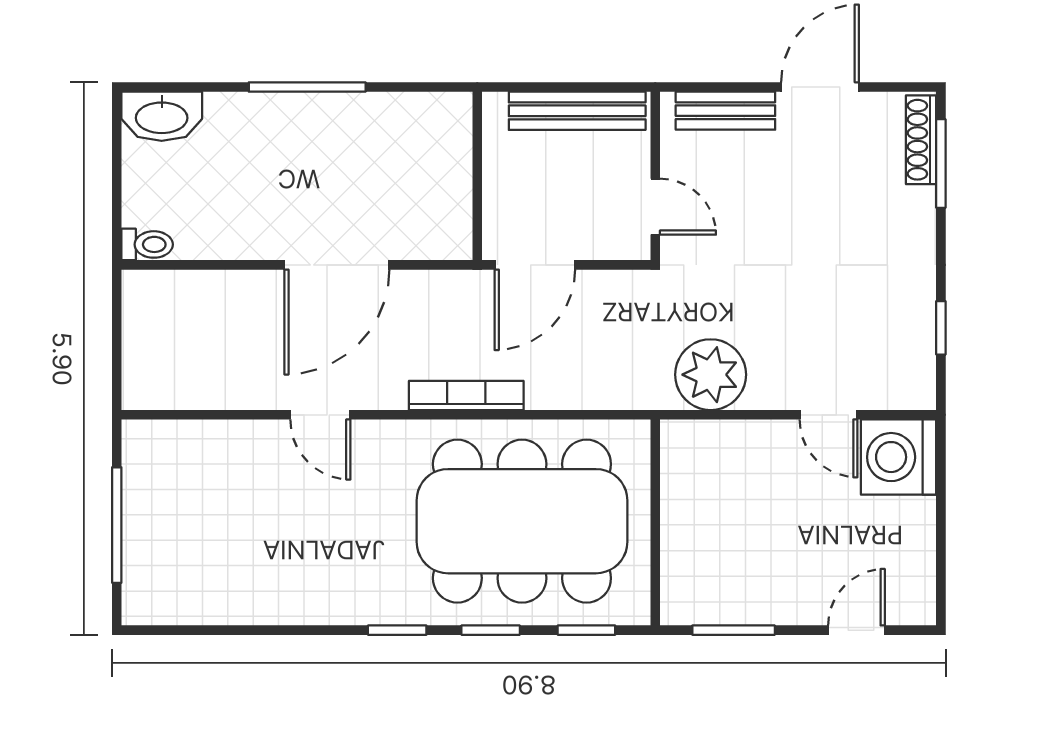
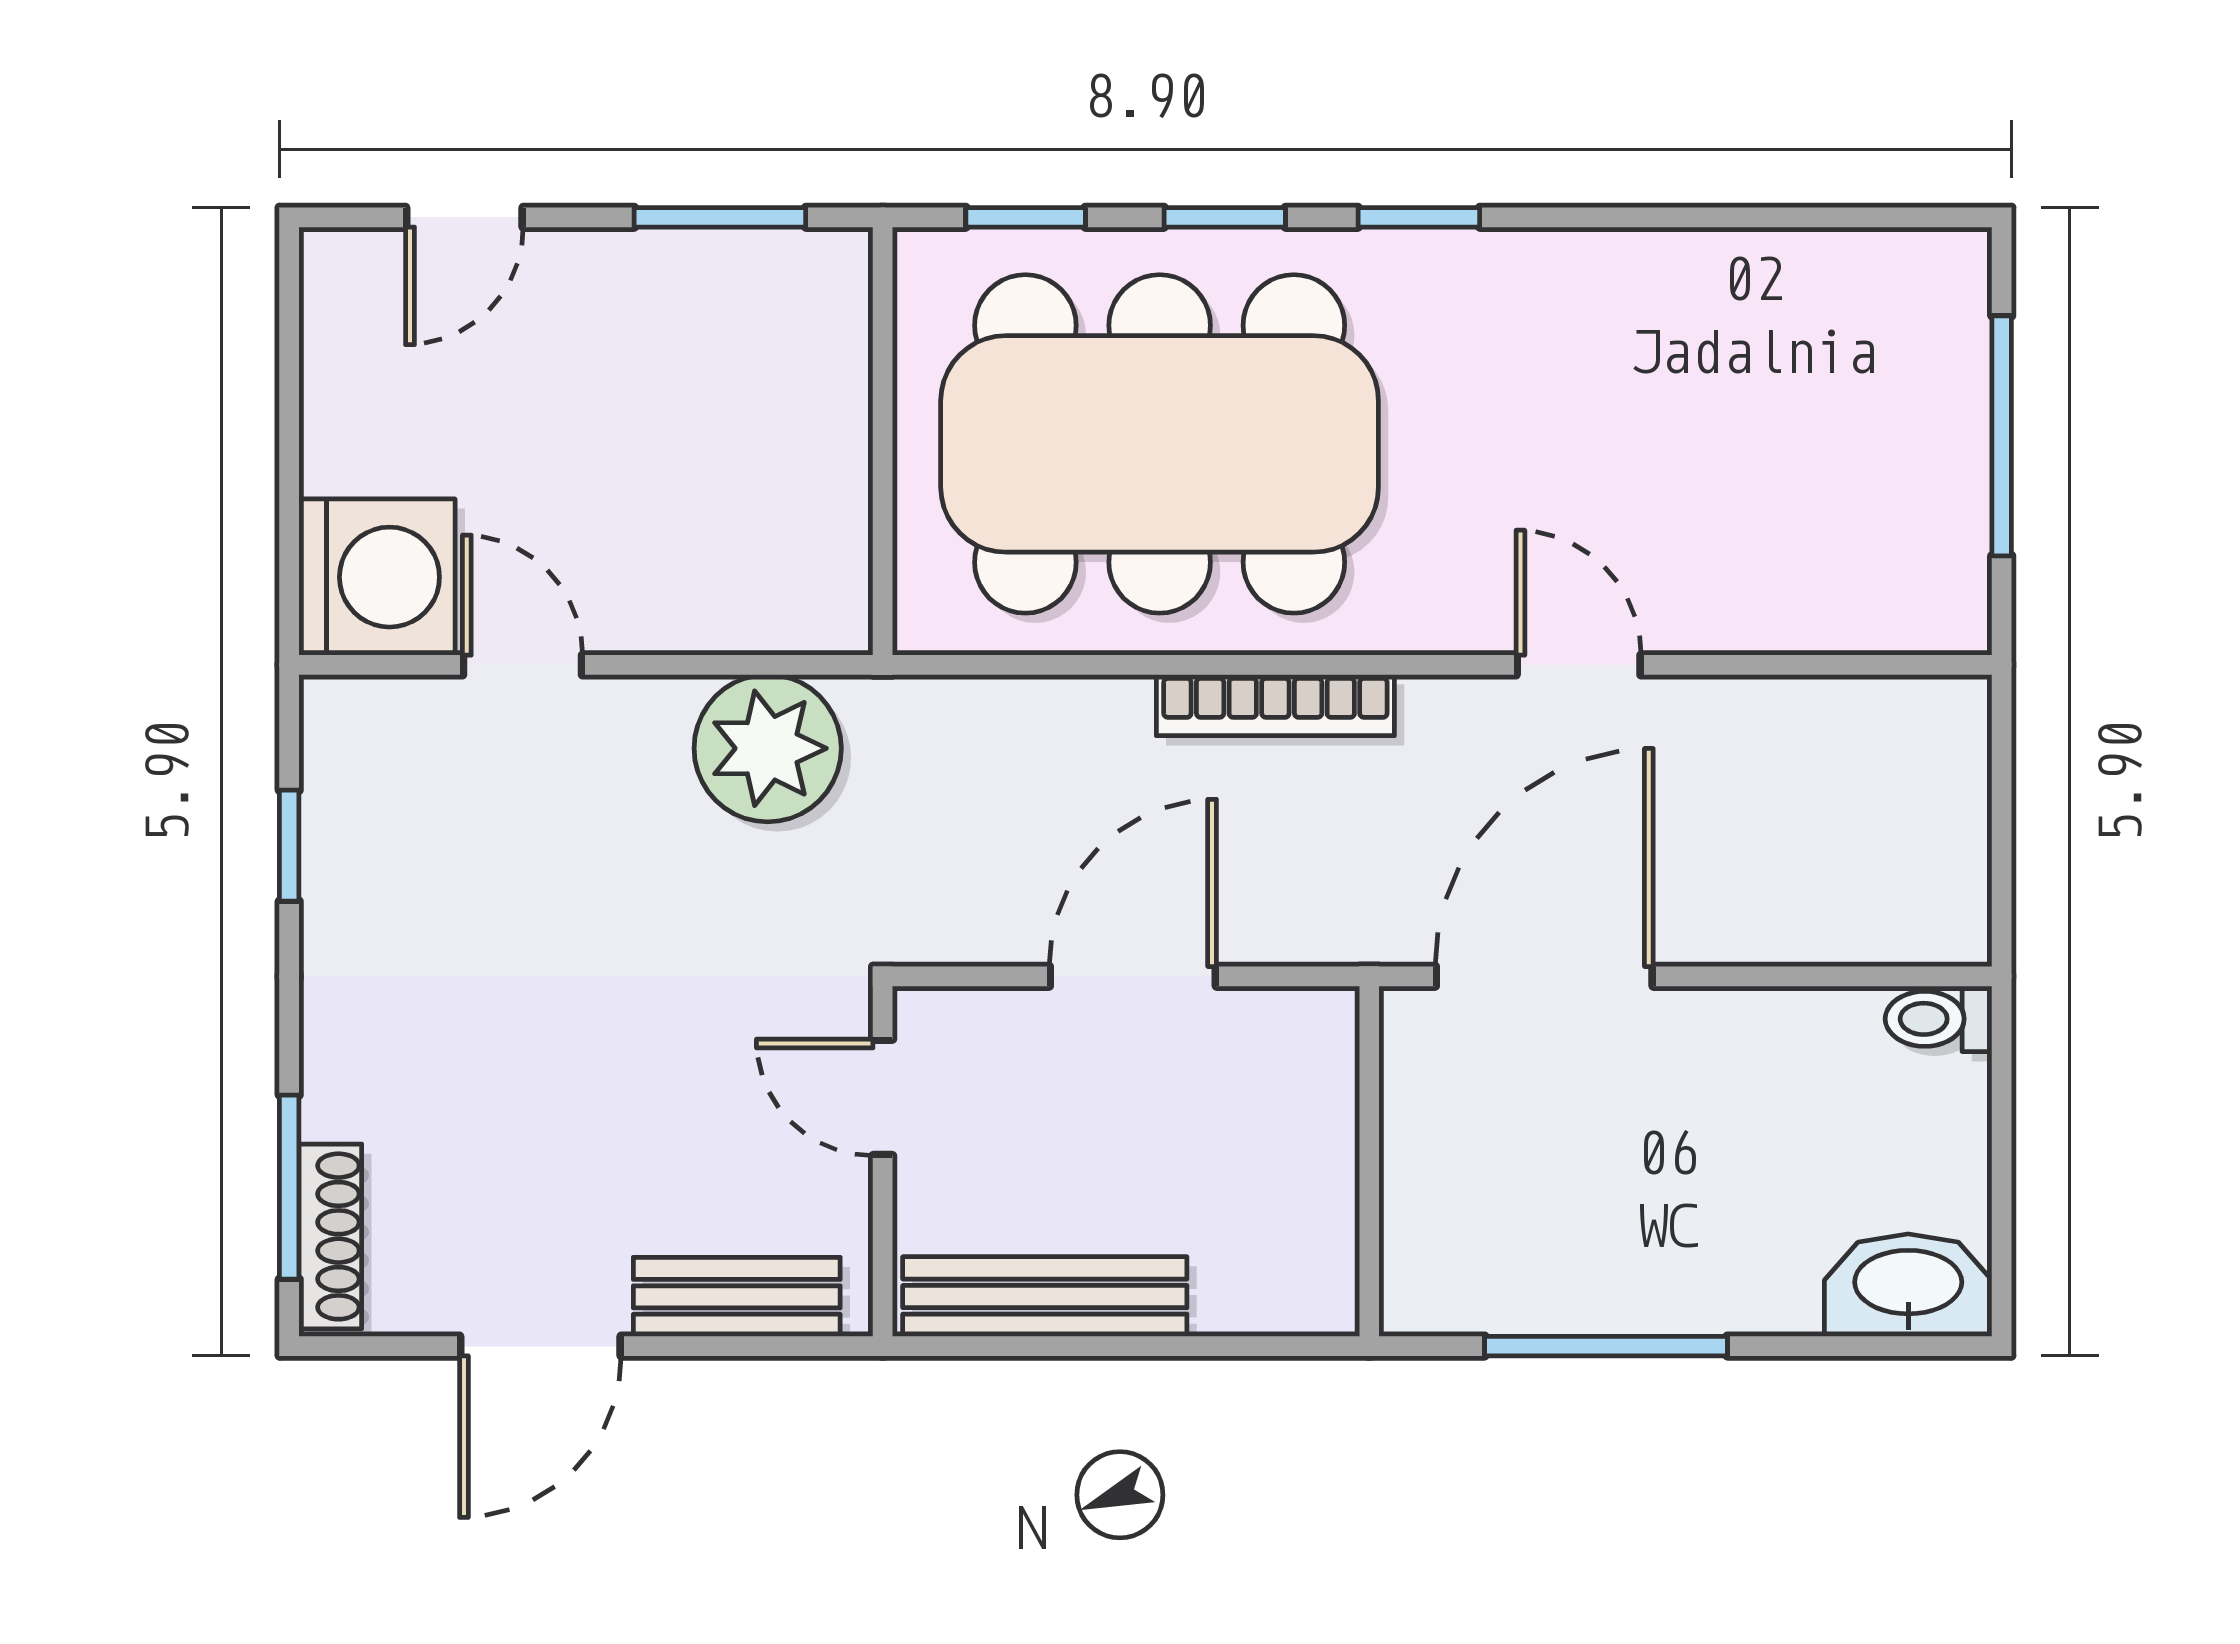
wall: (477, 176) -> (1369, 1161), moved

